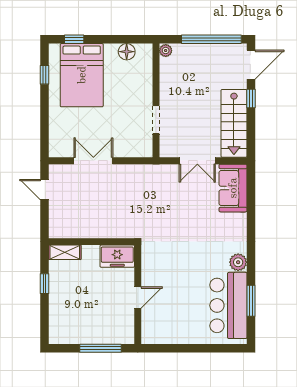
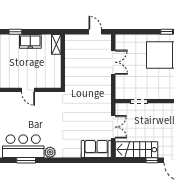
double door: (197, 161) -> (113, 127), swing flipped
door: (44, 190) -> (95, 32), hinge flipped
freezer: (117, 256) -> (30, 41), moved, turned -90
window: (44, 284) -> (15, 32), moved

